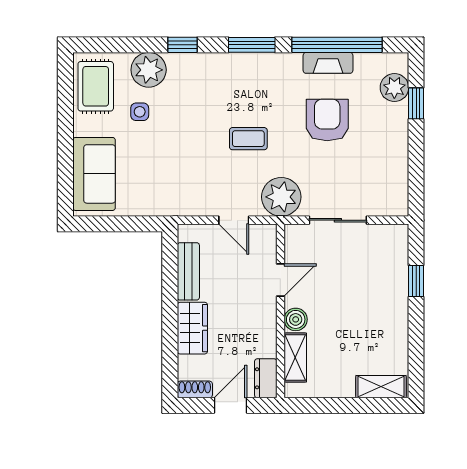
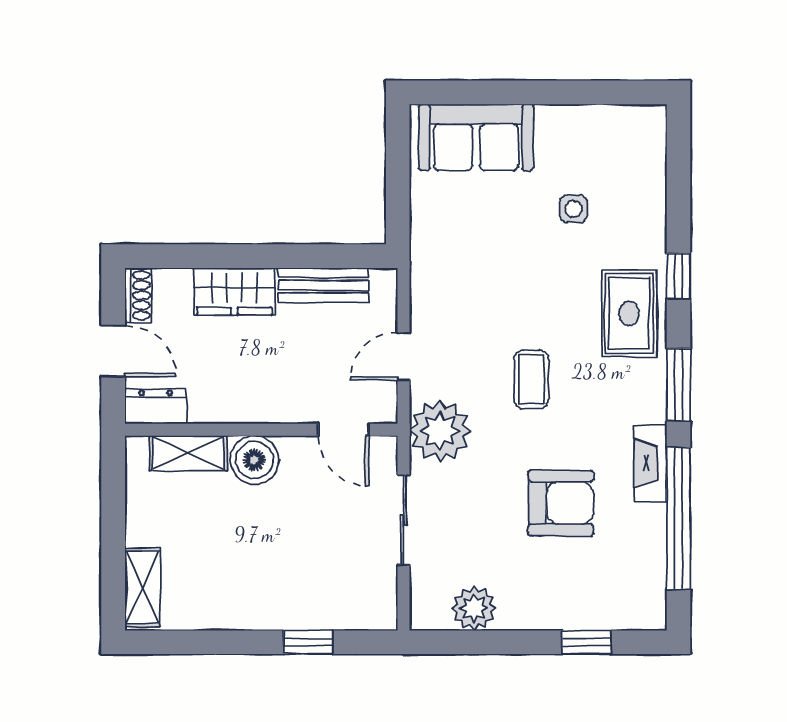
fireplace: (328, 63) -> (650, 463), moved
plant: (149, 70) -> (639, 223), removed
rug: (96, 86) -> (629, 313), moved, turned 90
plant: (394, 88) -> (474, 608), moved
door: (280, 280) -> (344, 430), moved
boiler: (296, 319) -> (254, 460), width x1.36, depth x1.36

